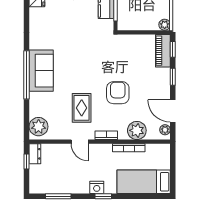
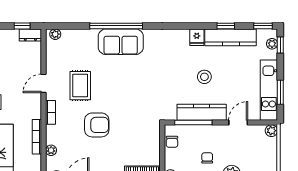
chair: (133, 23) -> (172, 142), added
rug: (82, 108) -> (80, 86), turned 90
plant: (39, 127) -> (55, 34), width x0.53, depth x0.53
plant: (137, 130) -> (51, 150), width x0.53, depth x0.53

